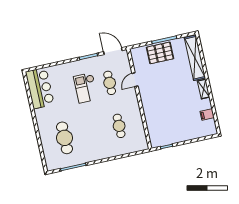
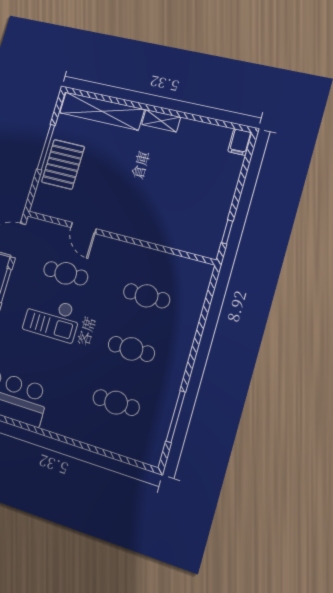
filing cabinet: (207, 114) -> (240, 142), moved
cafe table: (92, 132) -> (131, 349), added
cafe table: (64, 138) -> (116, 403), width x0.73, depth x0.74

